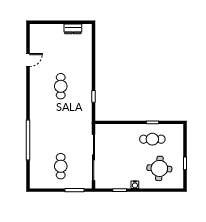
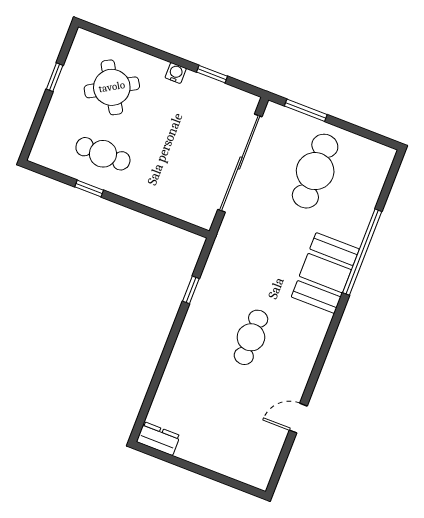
dresser: (73, 29) -> (158, 439), moved
booth: (40, 125) -> (325, 273), added
cafe table: (61, 166) -> (315, 171), width x1.37, depth x1.35
round table: (159, 168) -> (112, 87), turned -35

